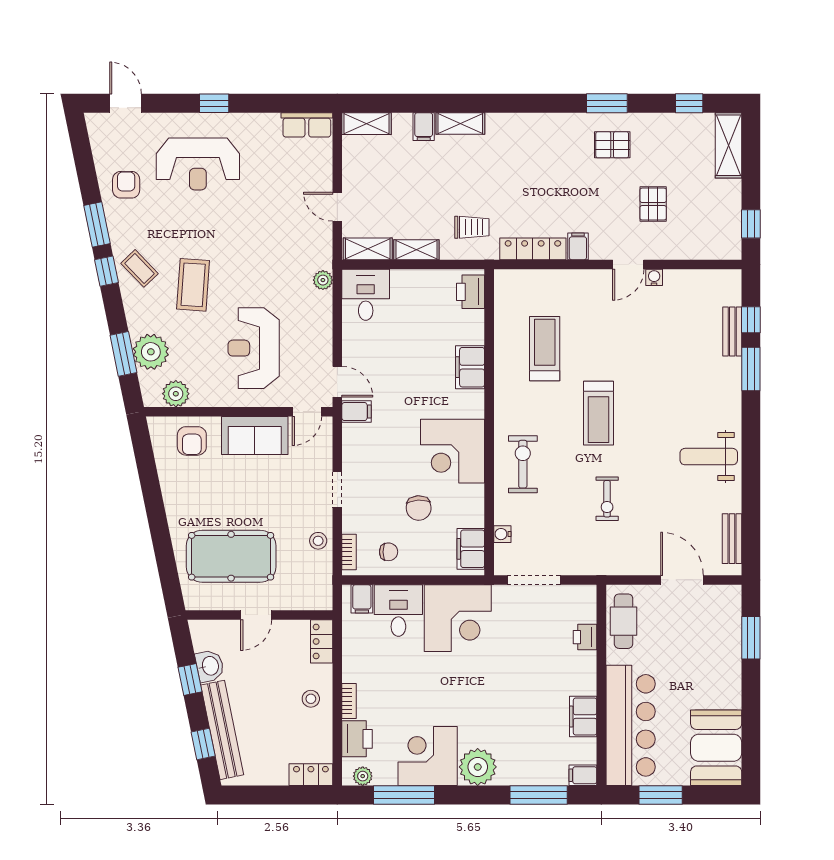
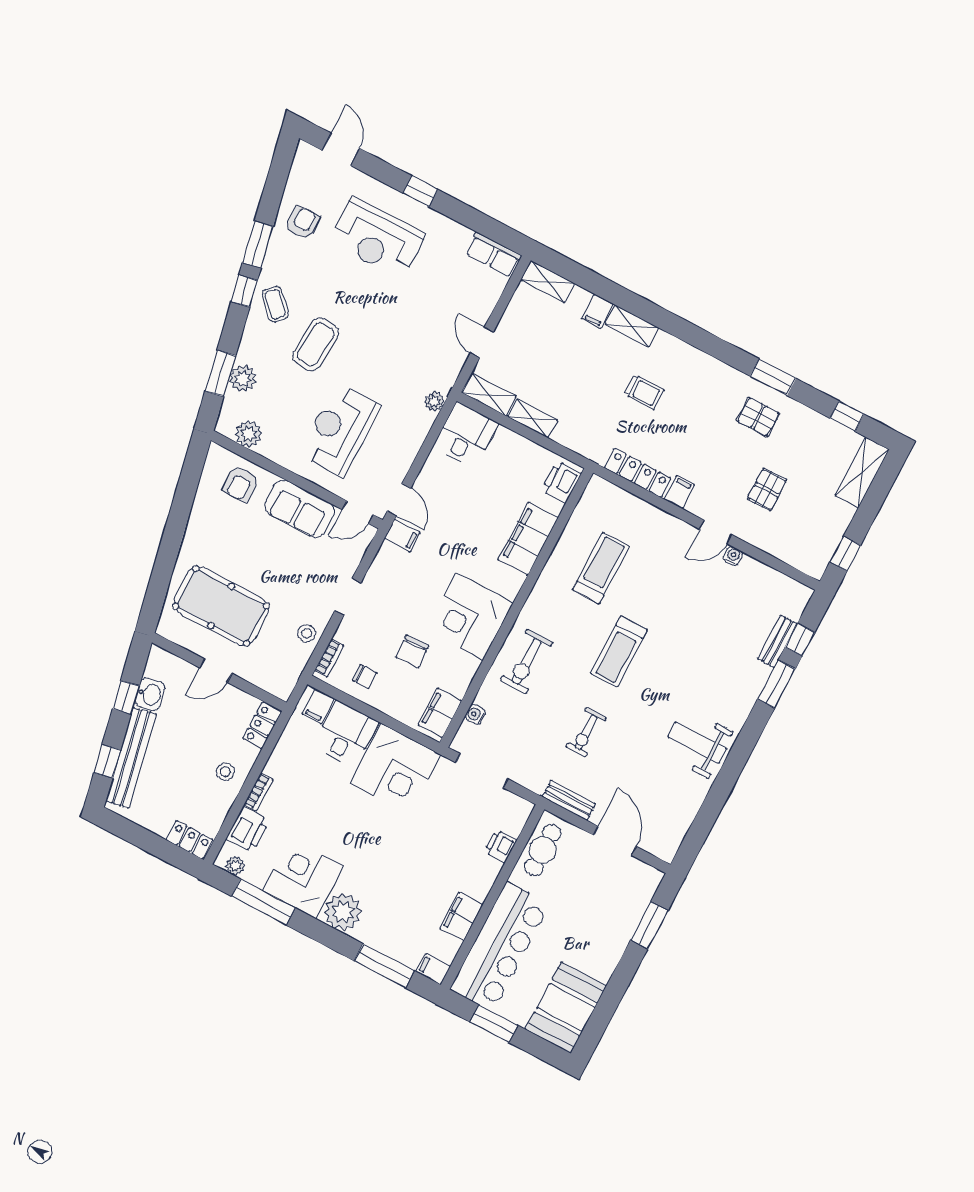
trolley: (472, 227) -> (644, 392), moved
plant: (151, 352) -> (243, 378), width x0.73, depth x0.73
filing cabinet: (470, 367) -> (528, 539), width x1.50, depth x1.17
exercise bike: (523, 464) -> (527, 661), turned 180
bench: (732, 539) -> (569, 800), moved, turned 90

